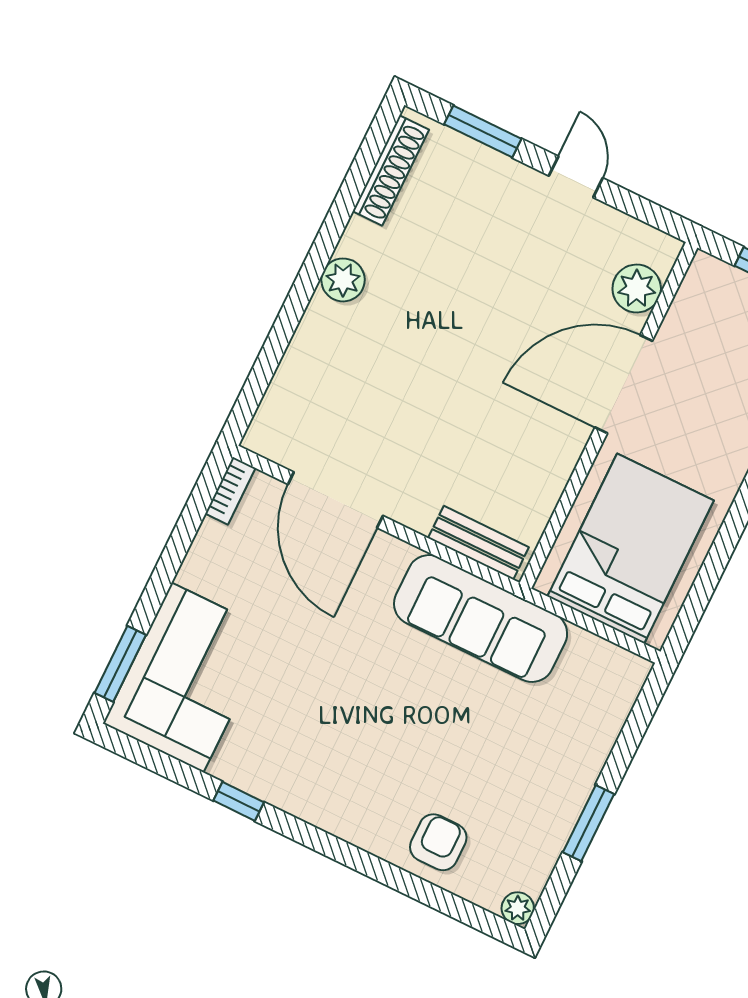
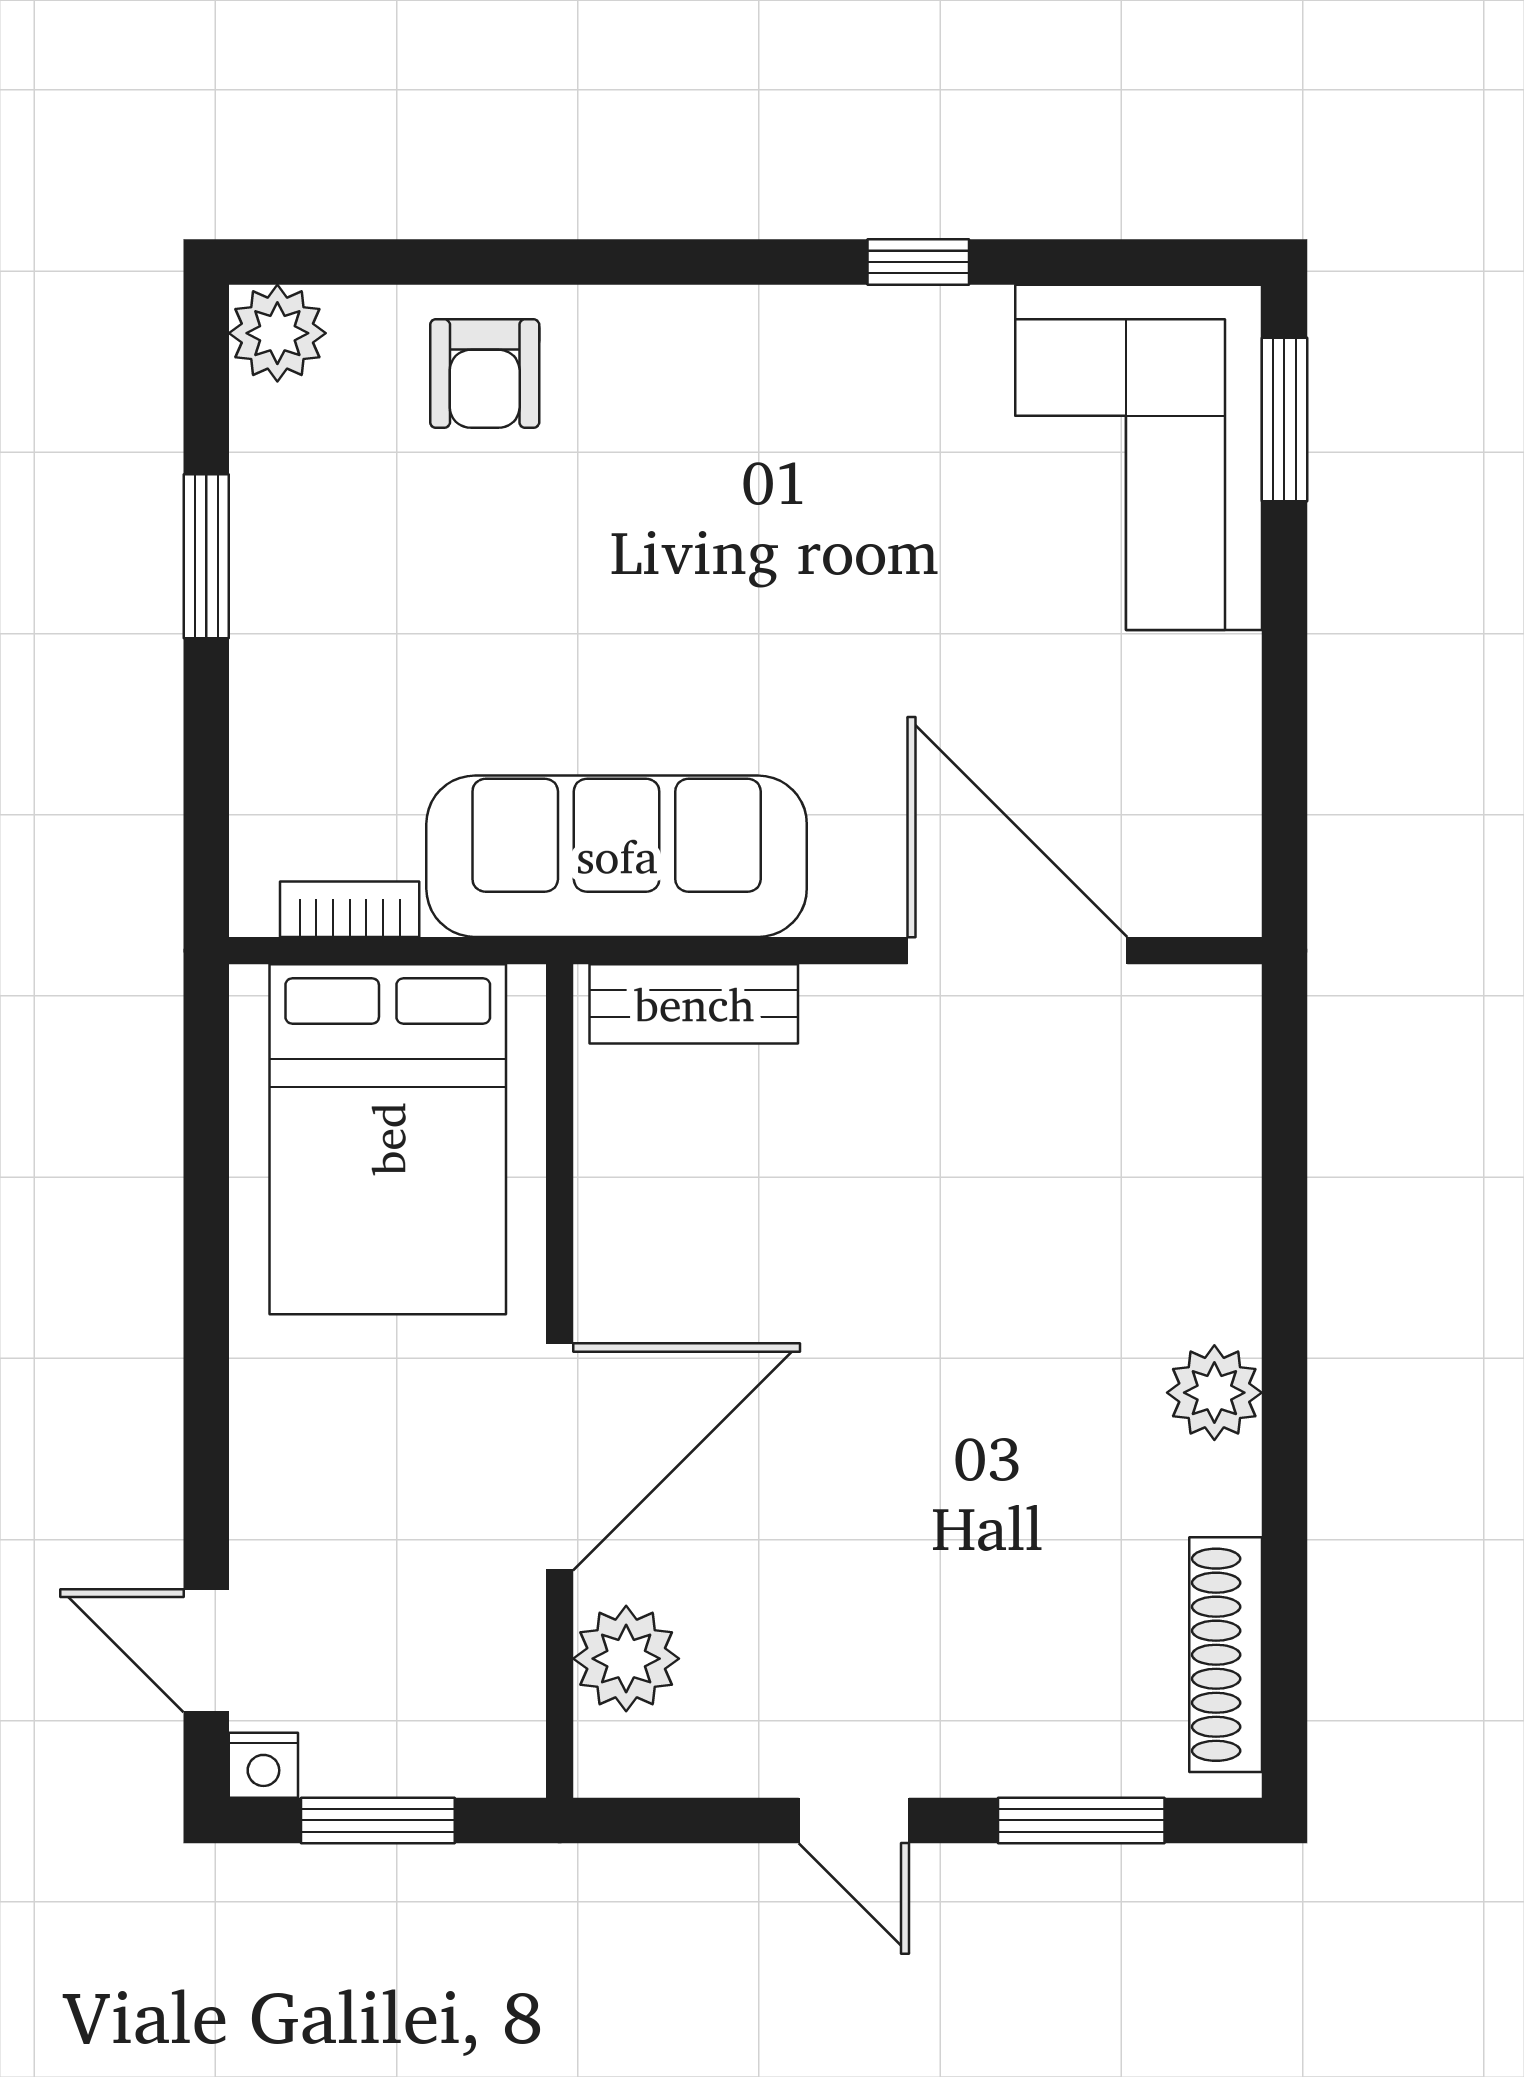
bookcase: (230, 491) -> (350, 909), moved, turned 90
plant: (518, 908) -> (277, 333), width x1.38, depth x1.38

